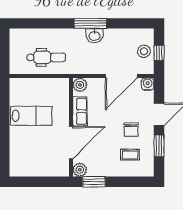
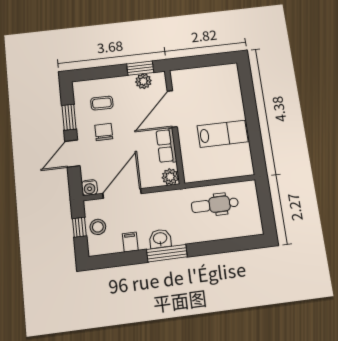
filing cabinet: (119, 36) -> (130, 242), added
lab bench: (31, 116) -> (223, 134), turned 180
plant: (80, 170) -> (143, 81), moved

